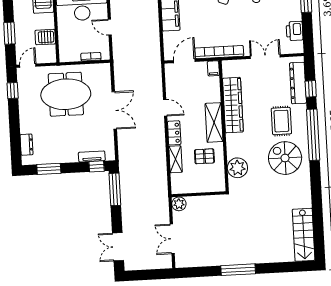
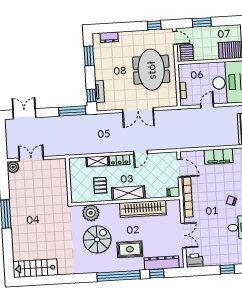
printer: (295, 31) -> (195, 260), moved
server rack: (45, 37) -> (187, 53), moved
spiral stairs: (285, 158) -> (97, 239), moved
plant: (179, 204) -> (13, 167), moved

